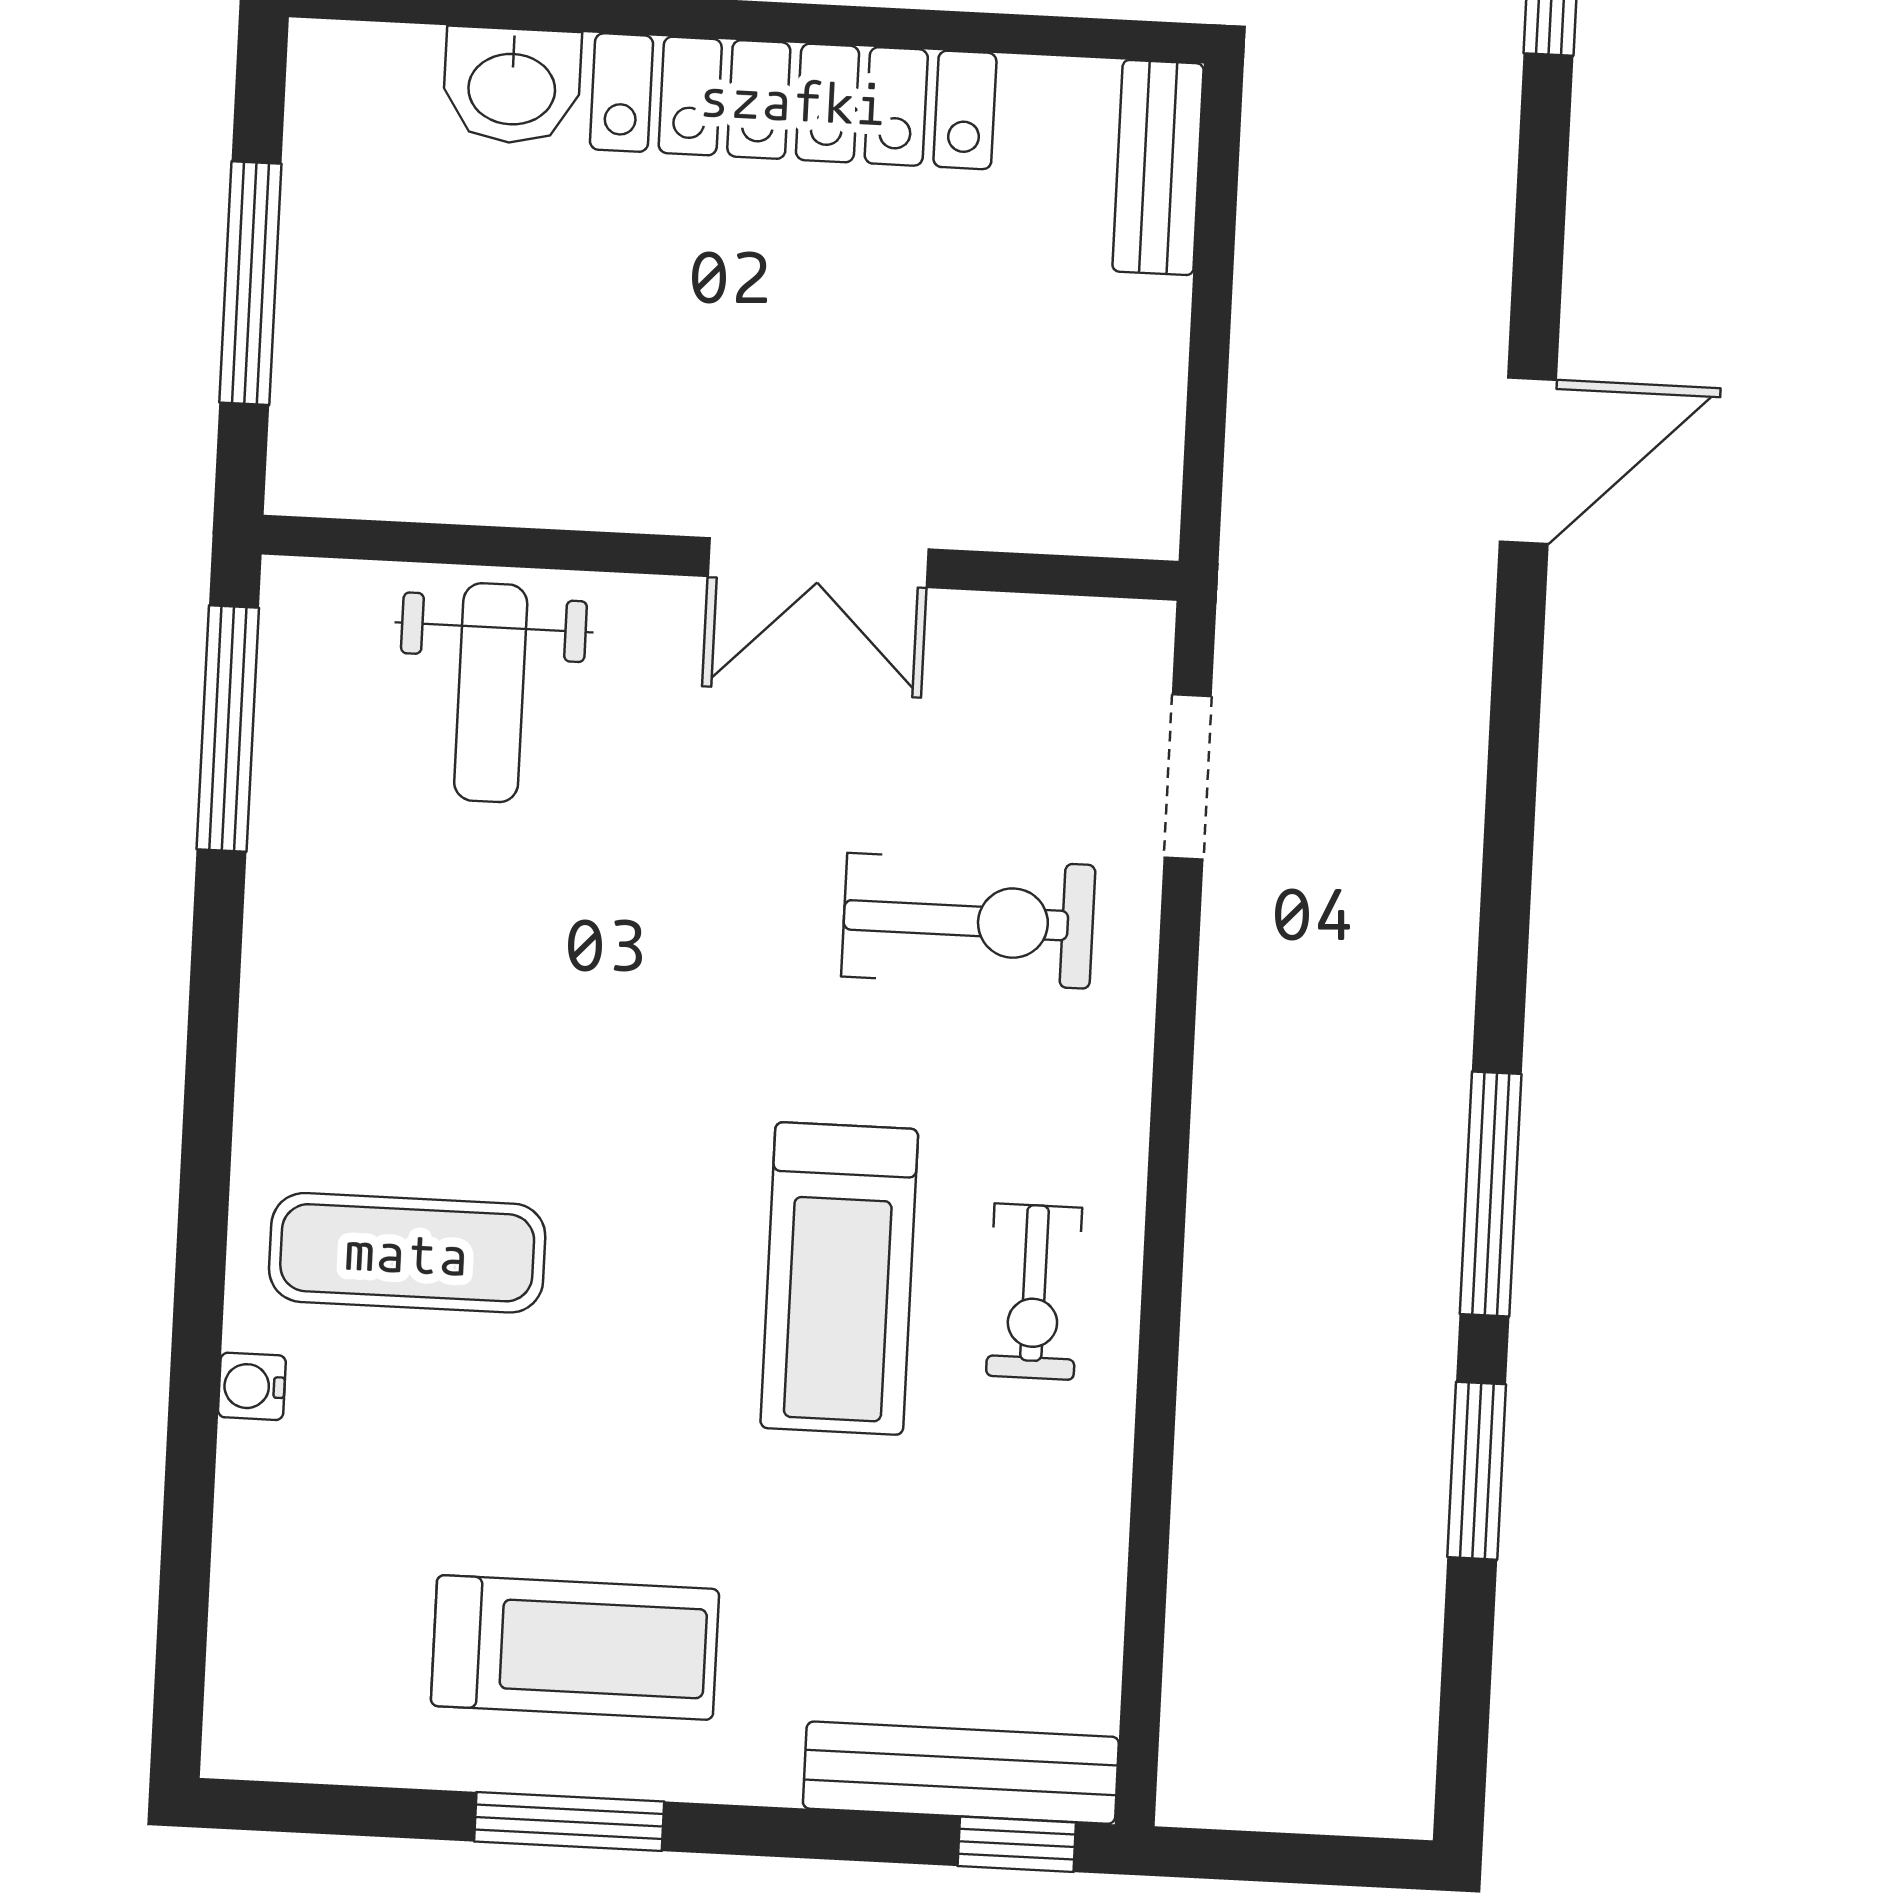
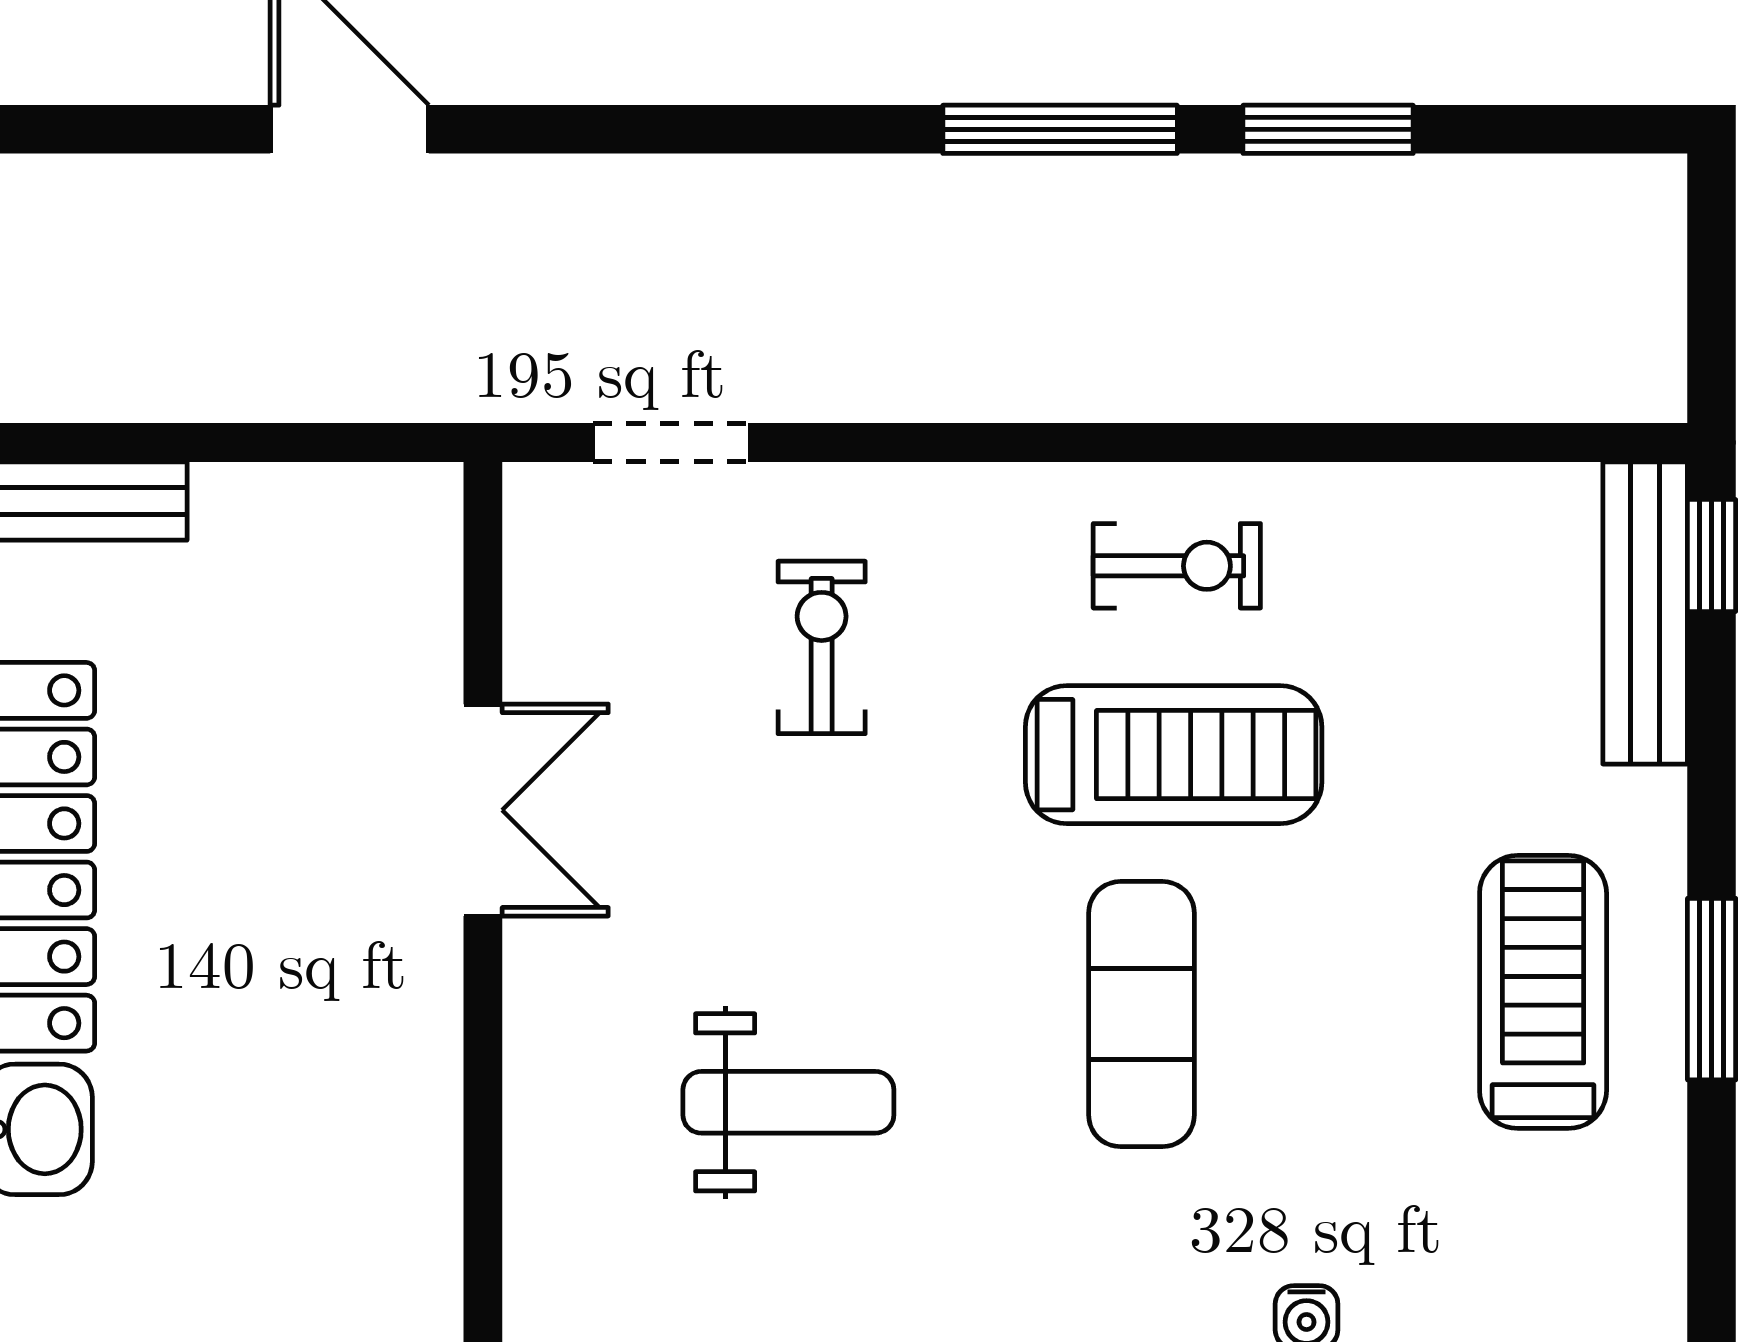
weight bench: (491, 693) -> (788, 1102), moved
exercise bike: (968, 921) -> (822, 647), width x0.73, depth x0.72
exercise mat: (407, 1253) -> (1141, 1014), moved

